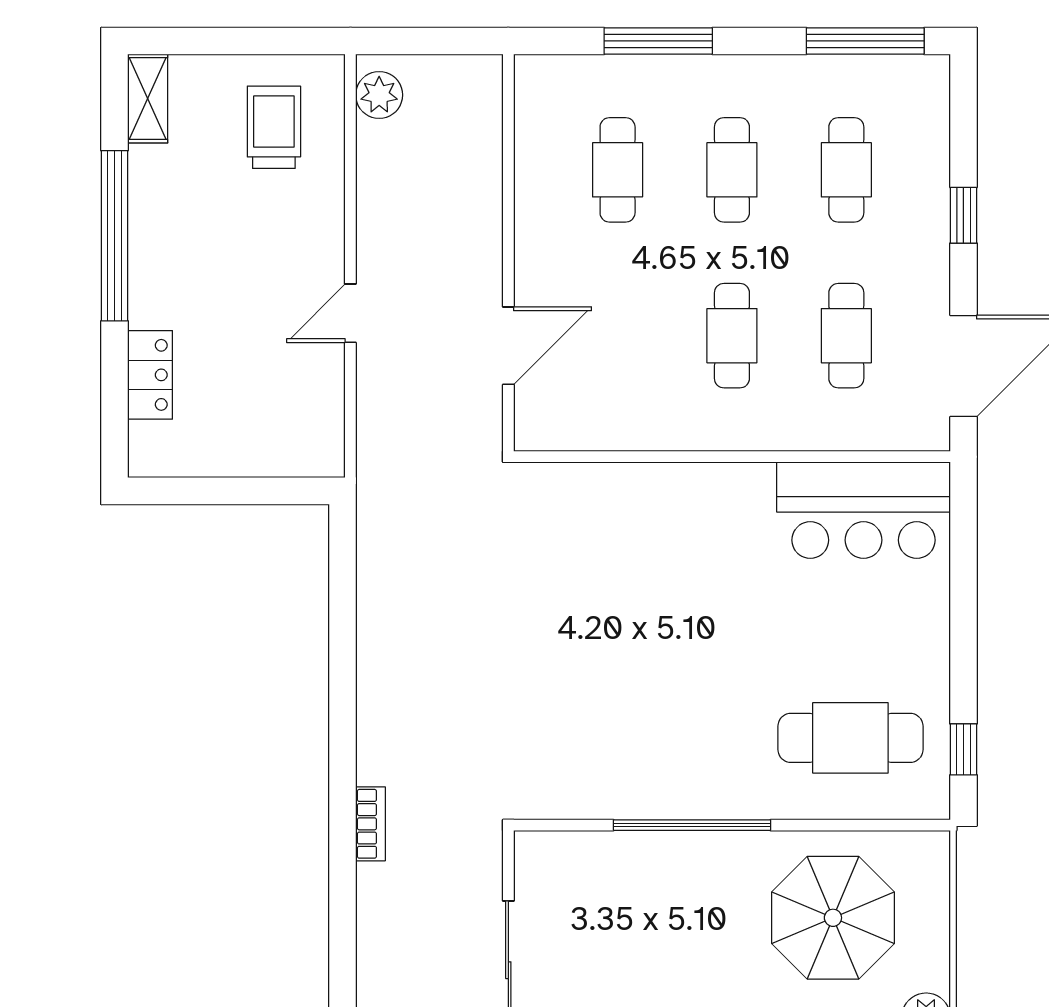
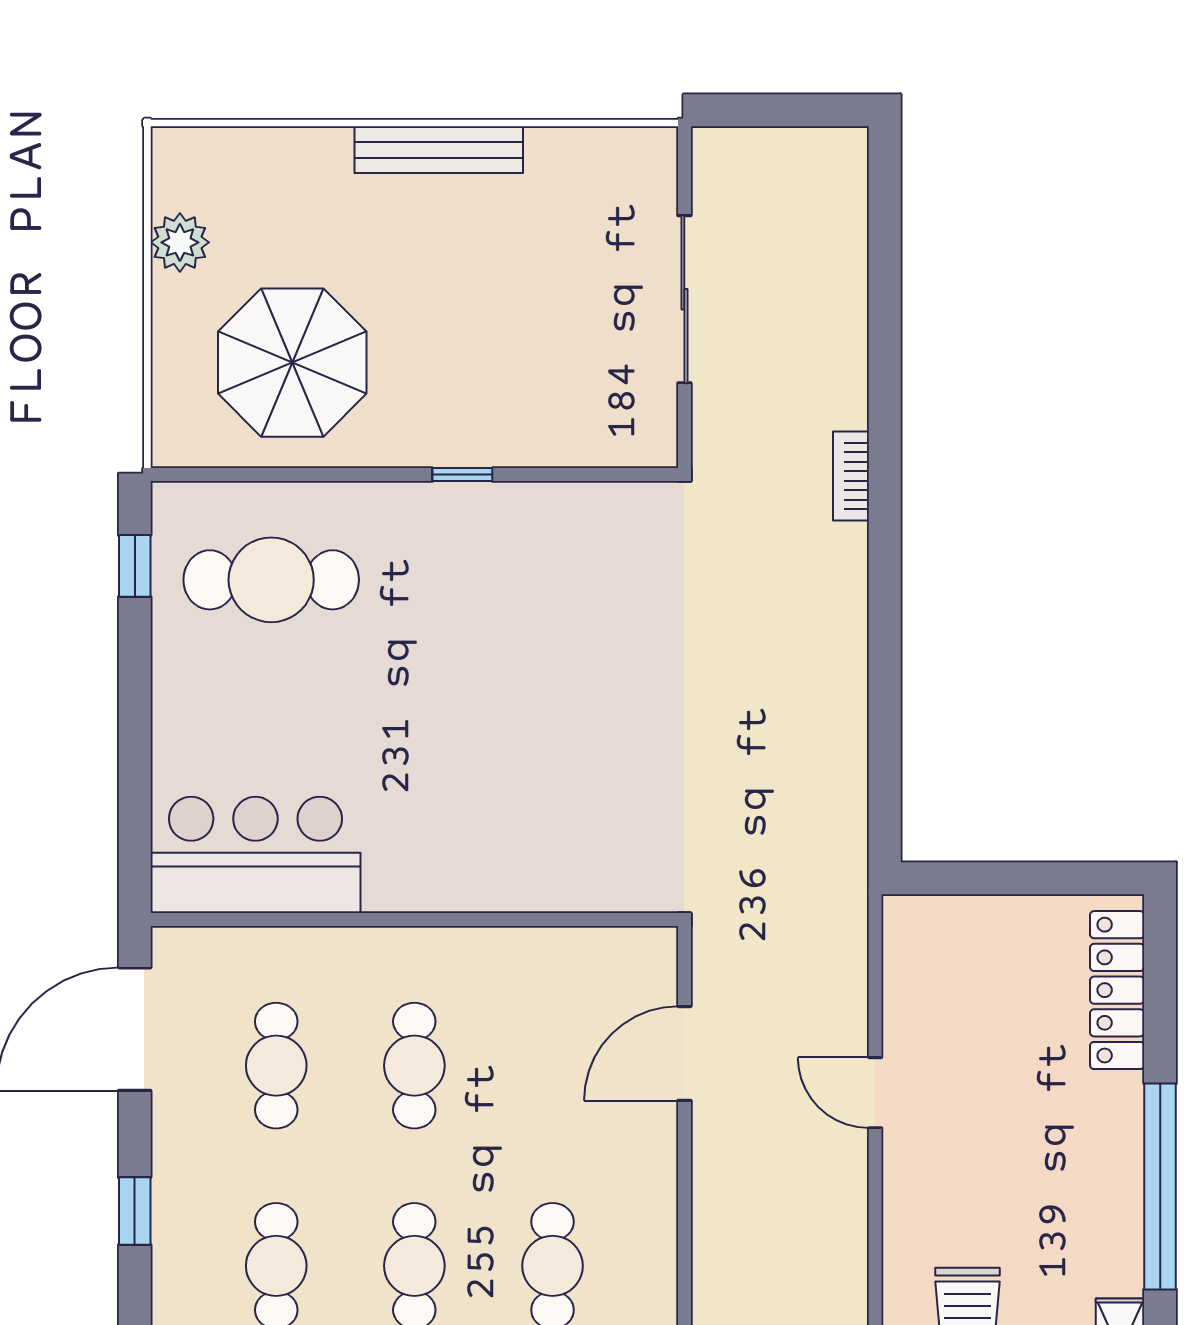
door: (350, 313) -> (875, 1093), swing flipped
locker: (150, 375) -> (1117, 990), width x1.53
window: (692, 825) -> (462, 475), width x0.32

